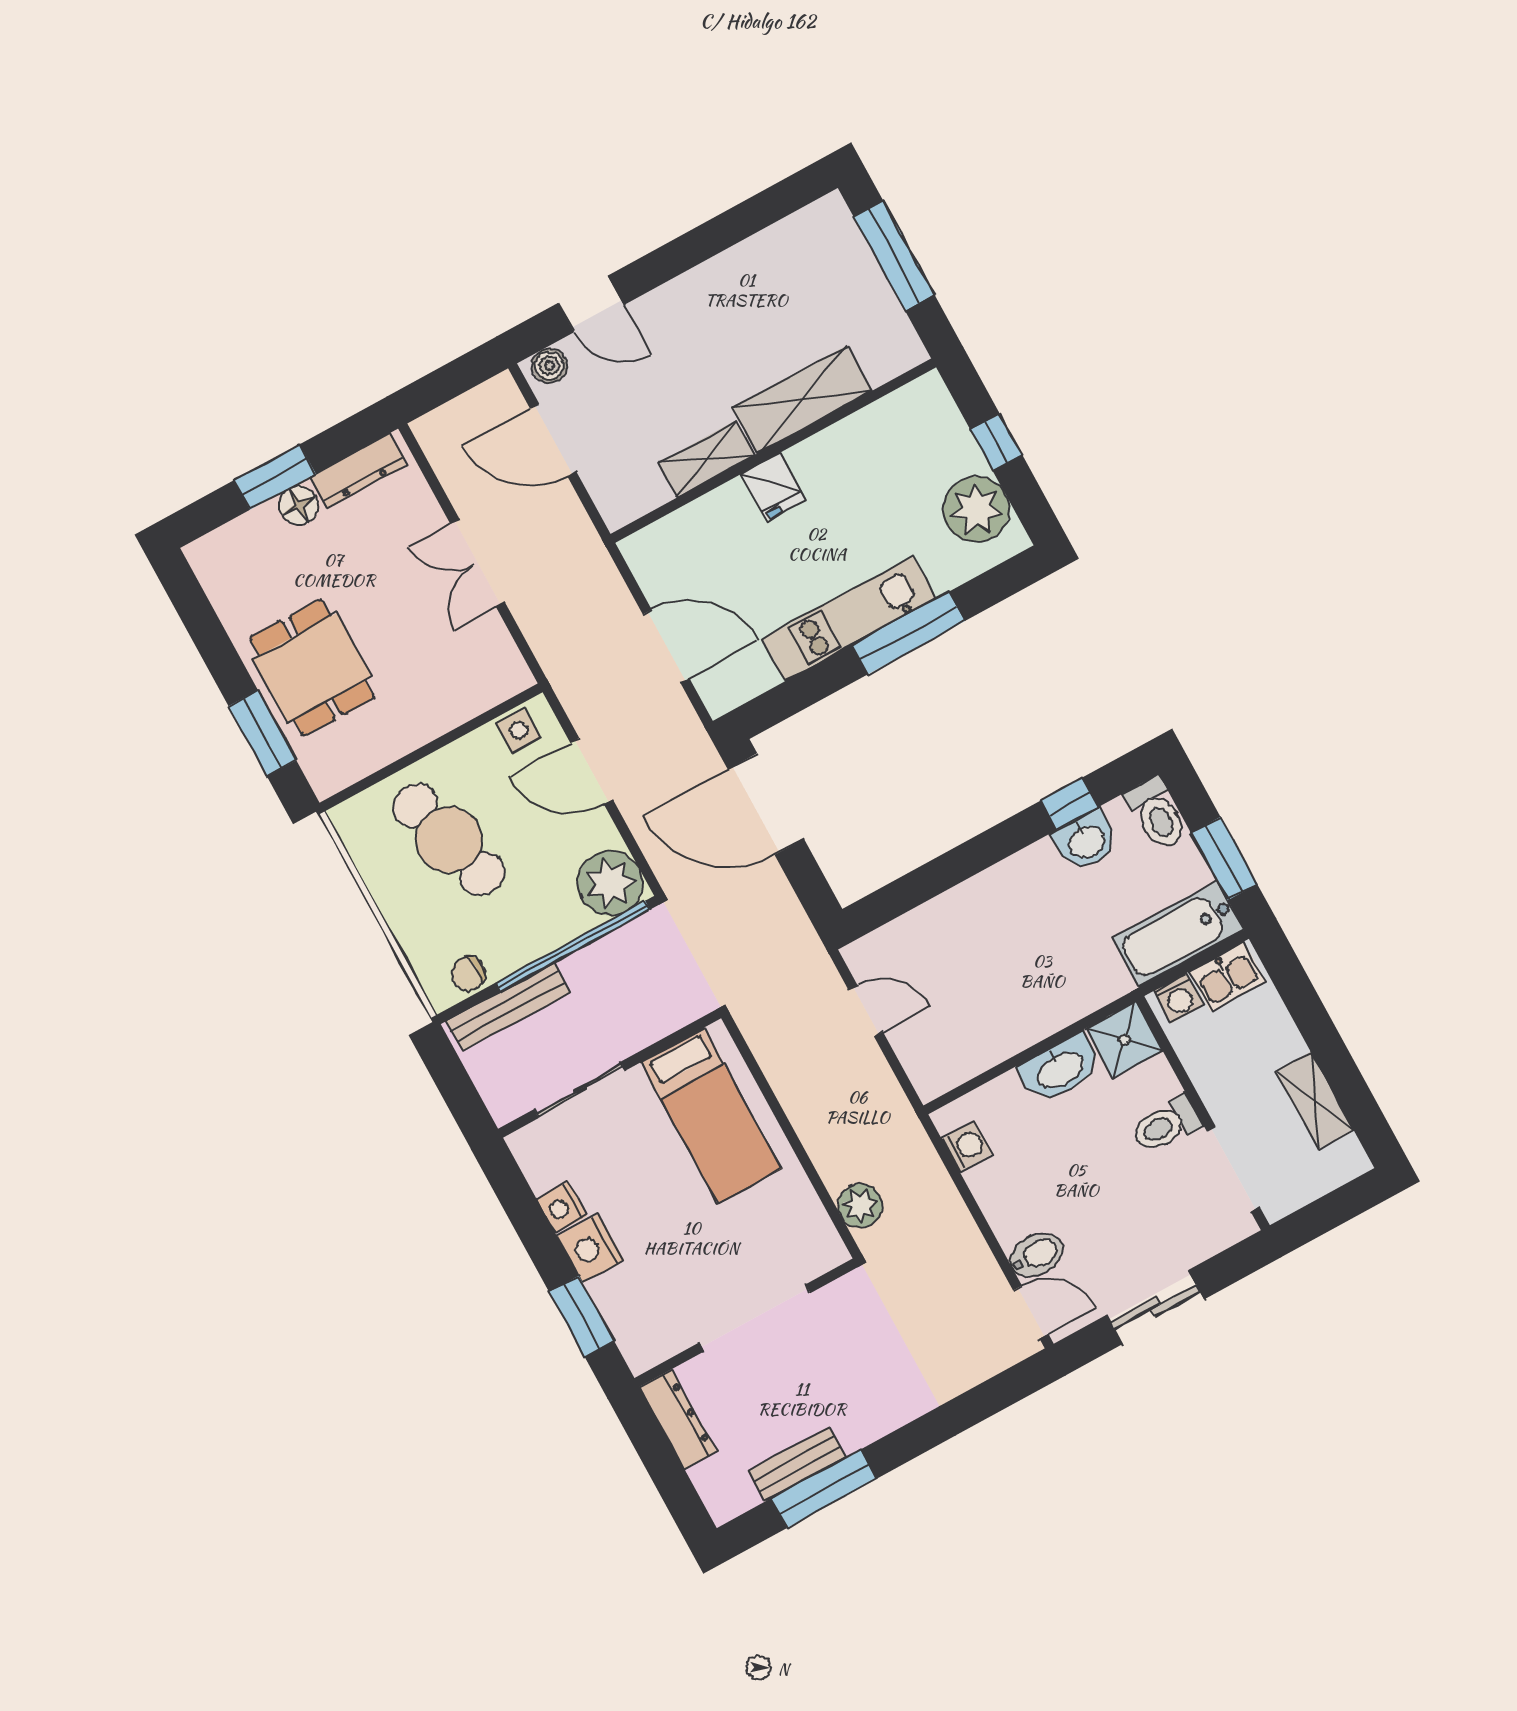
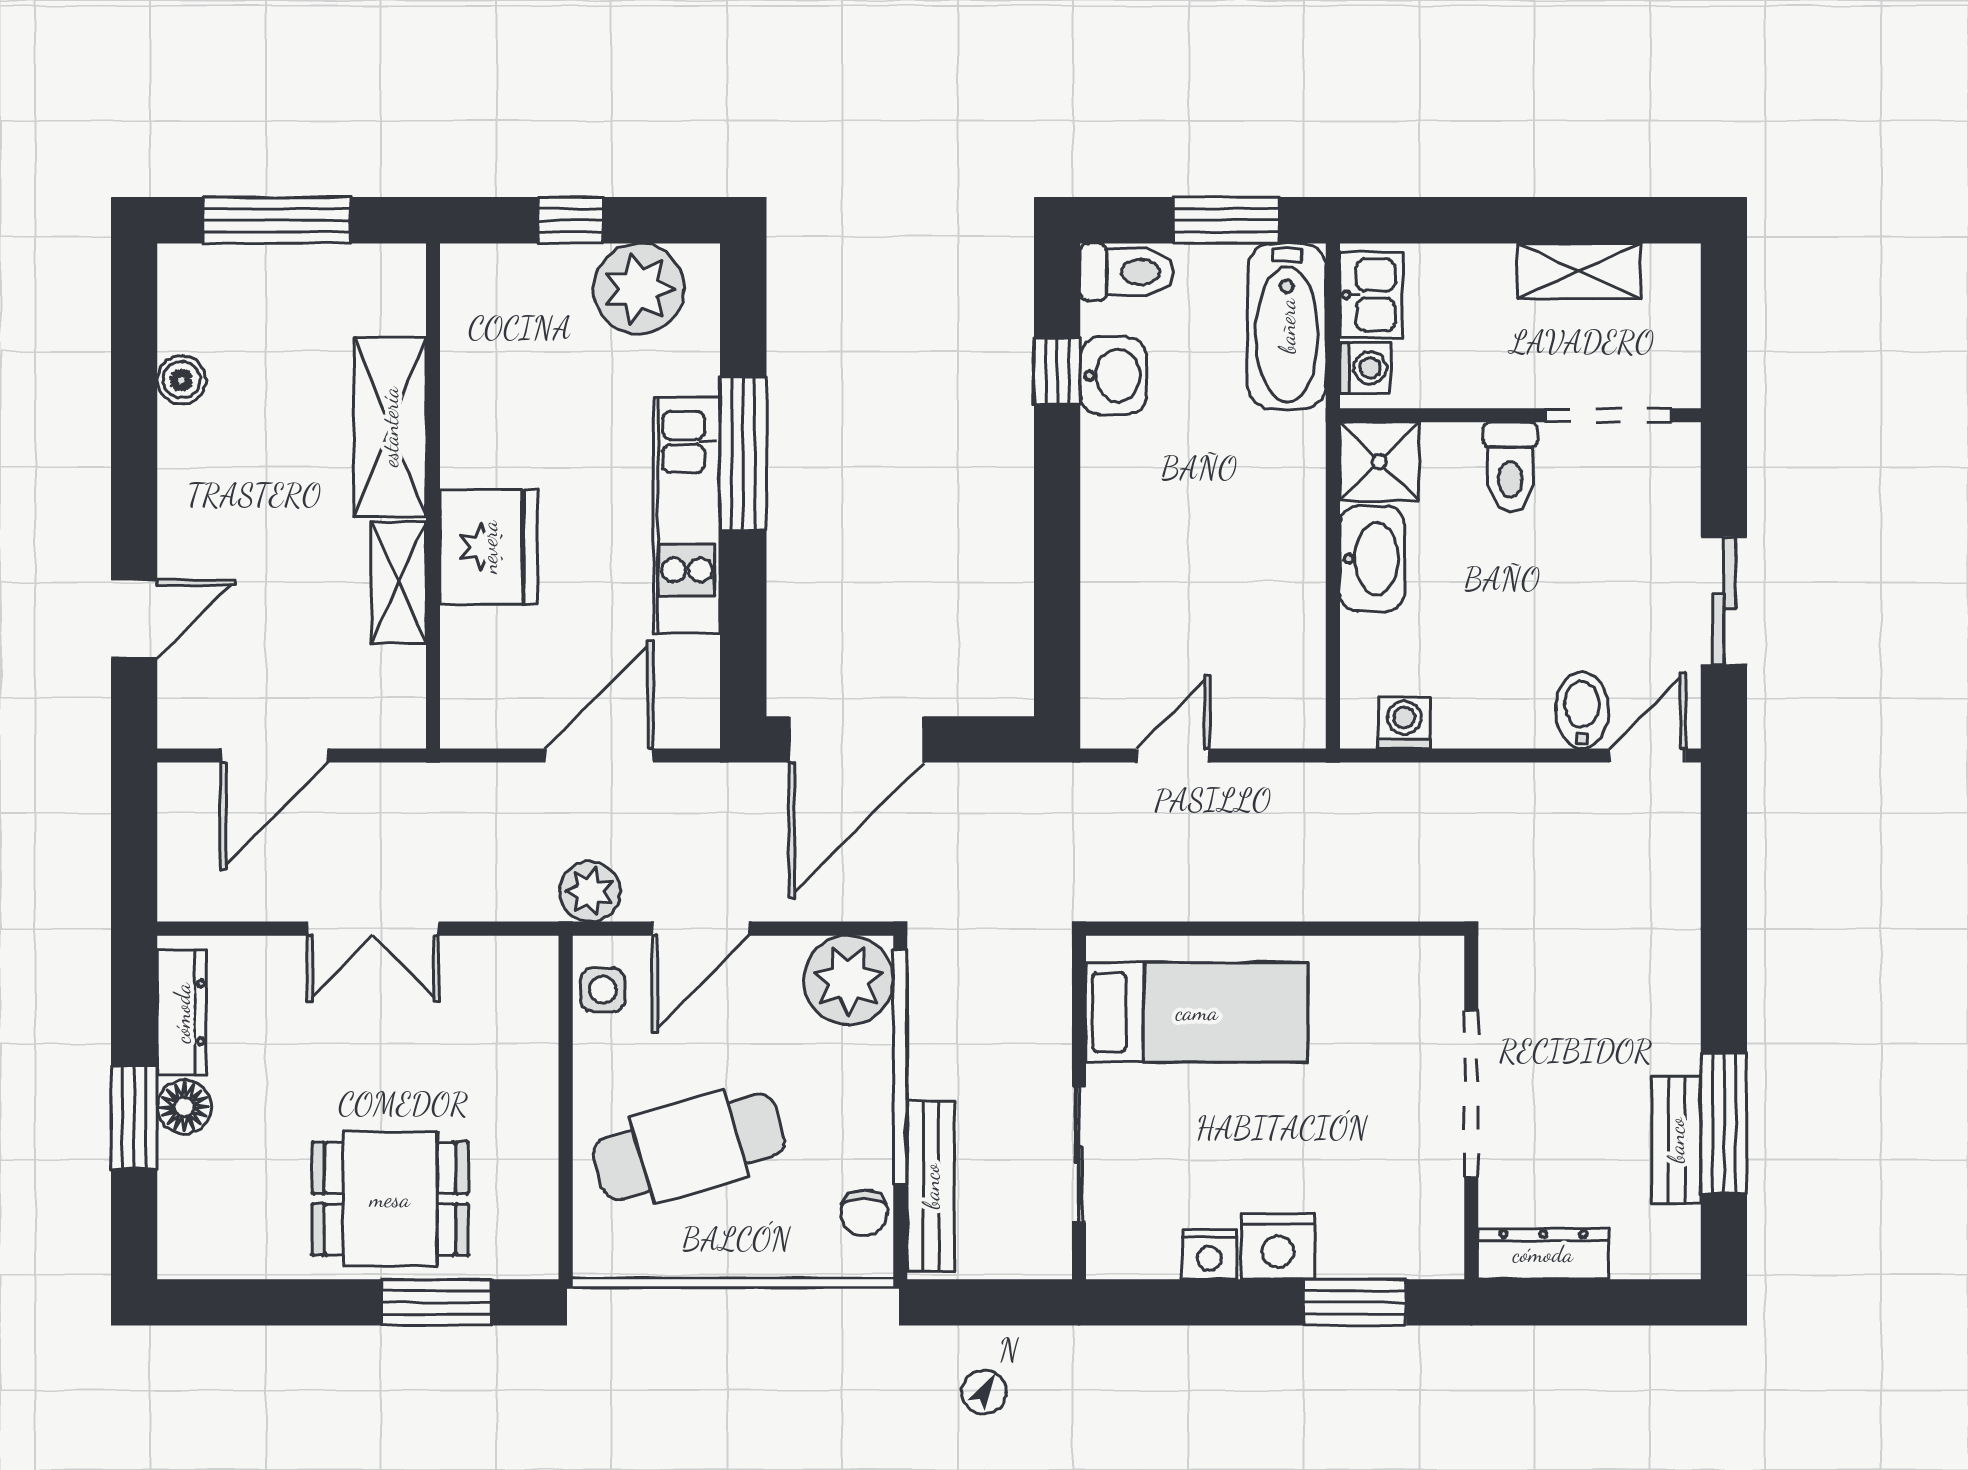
boiler: (549, 366) -> (181, 380), moved
fridge: (773, 487) -> (489, 547), width x1.88, depth x1.34
plant: (860, 1206) -> (590, 891), moved

